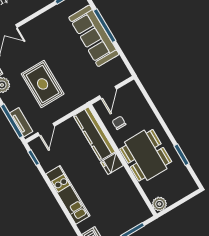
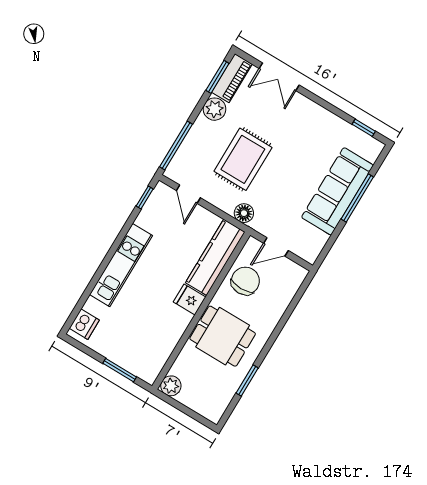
floor lamp: (76, 101) -> (244, 213), added
tv unit: (21, 122) -> (181, 158), removed
chair: (119, 123) -> (245, 281), width x1.87, depth x1.87
door: (46, 129) -> (188, 194), hinge flipped
dining table: (146, 155) -> (223, 336), width x0.73

